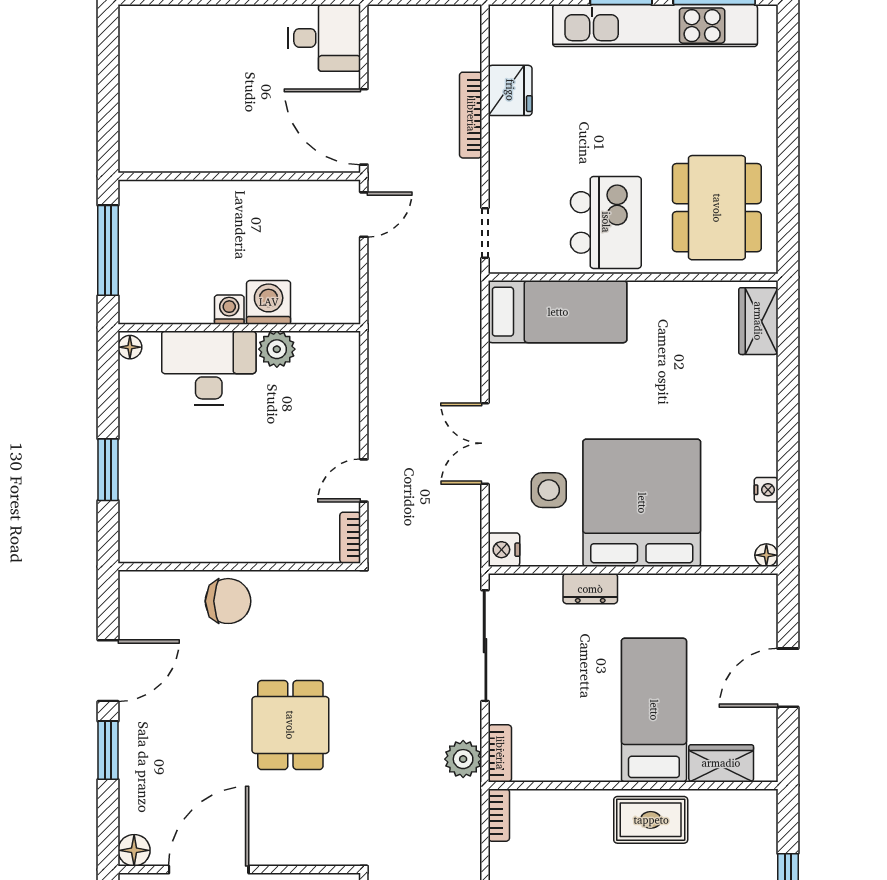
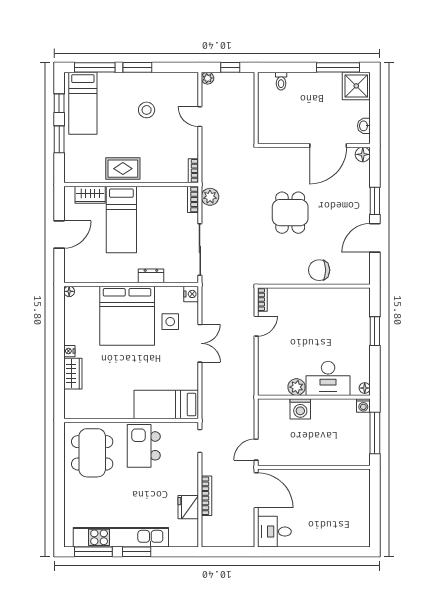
washing machine: (229, 310) -> (363, 405), moved
wardrobe: (758, 321) -> (73, 374), moved
nightstand: (766, 490) -> (69, 351), moved

